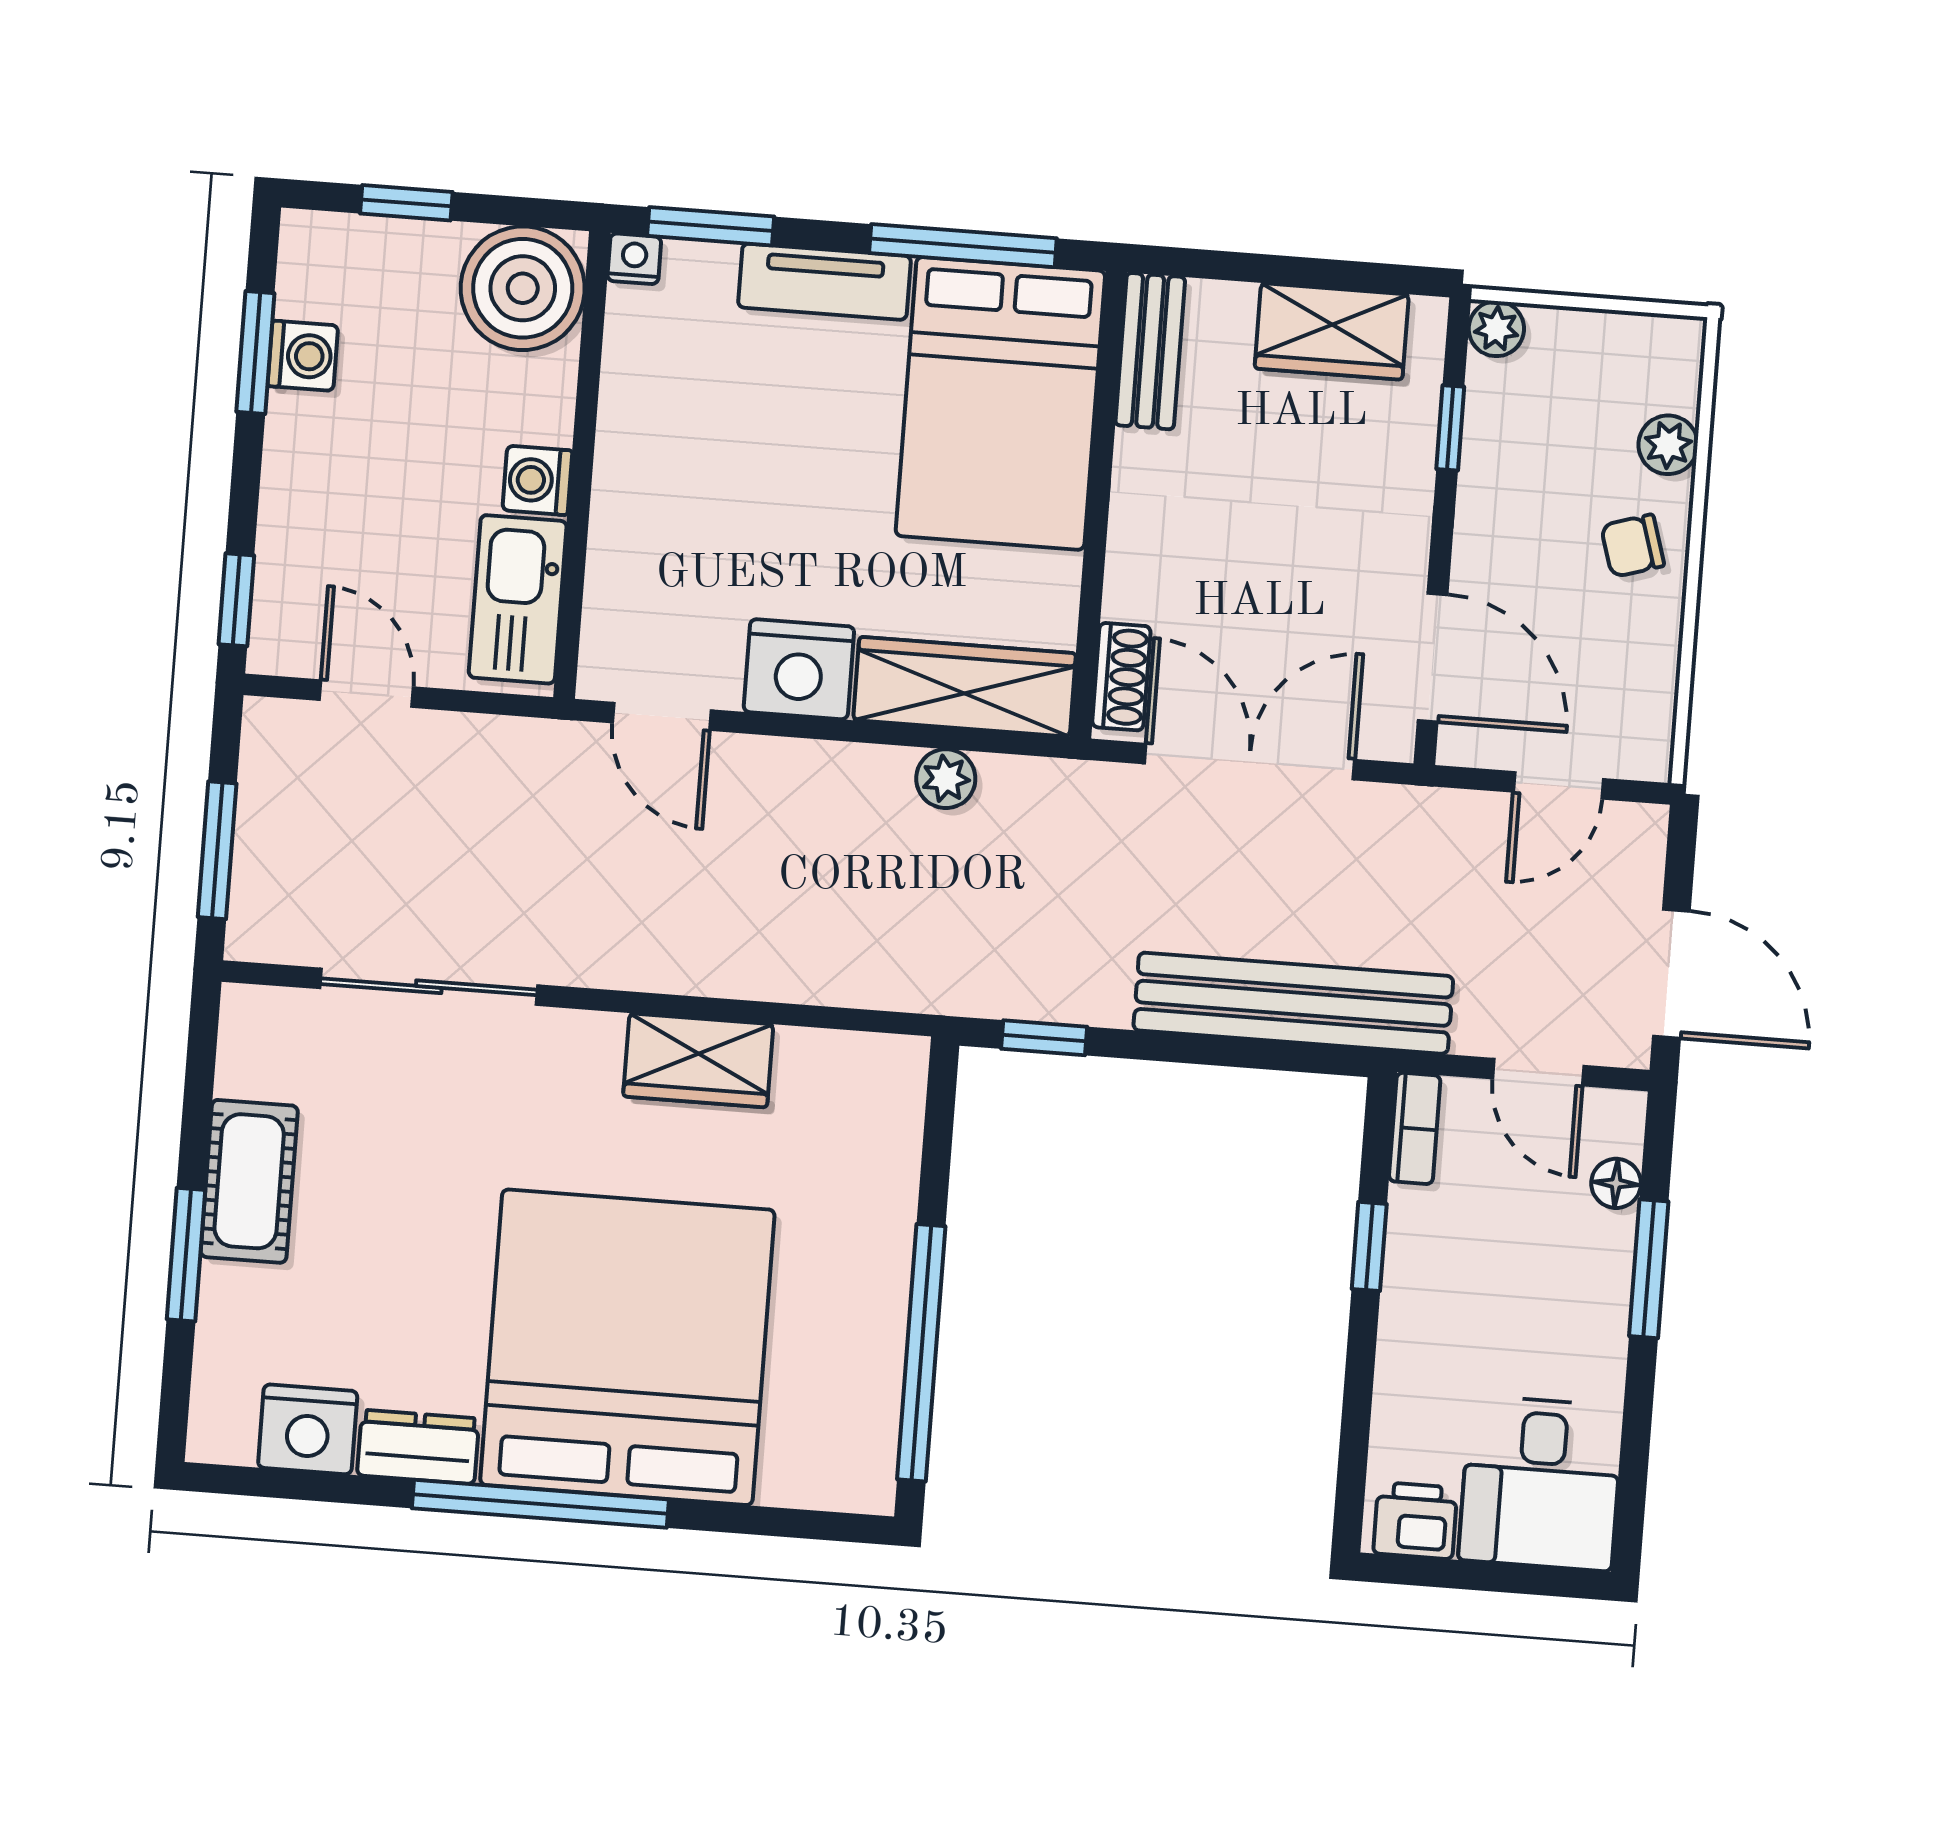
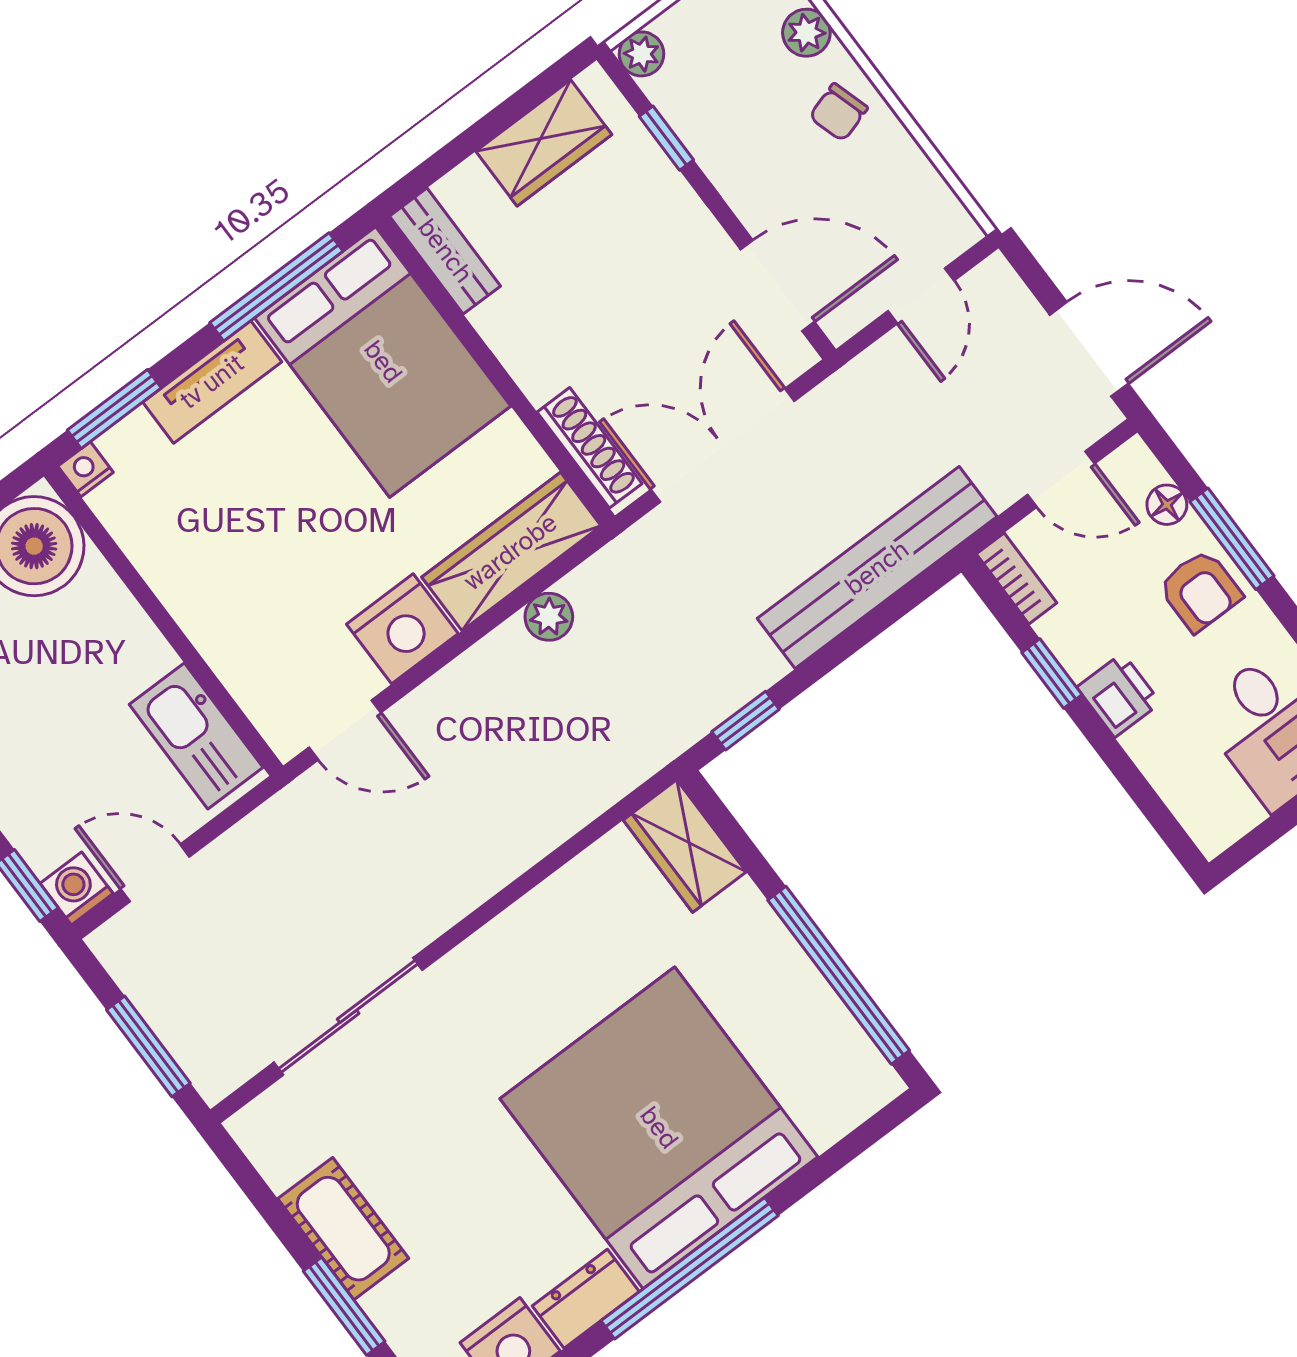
washing machine: (537, 480) -> (77, 889), moved, turned 90
shoe rack: (1121, 677) -> (590, 448), width x1.43
wardrobe: (698, 1060) -> (685, 846), moved, turned 90
armchair: (1576, 1291) -> (1200, 591), added
printer: (1415, 1521) -> (1119, 695), moved, turned 90

